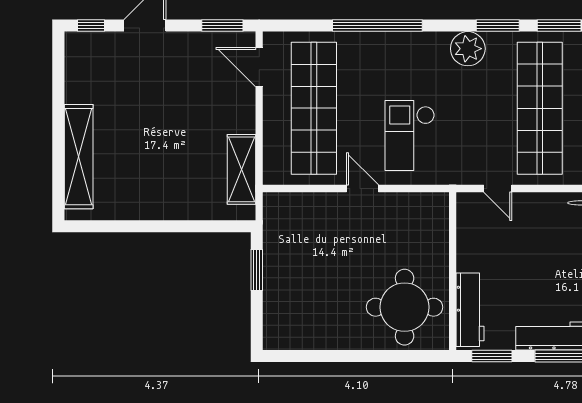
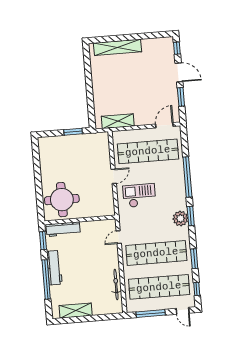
window: (222, 26) -> (181, 97), moved
window: (498, 26) -> (191, 216), moved

